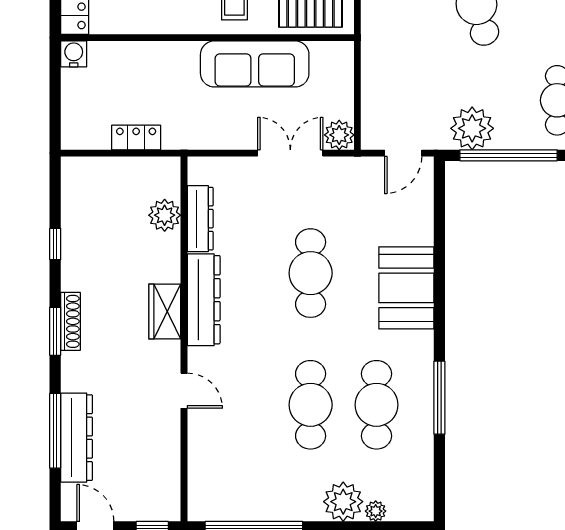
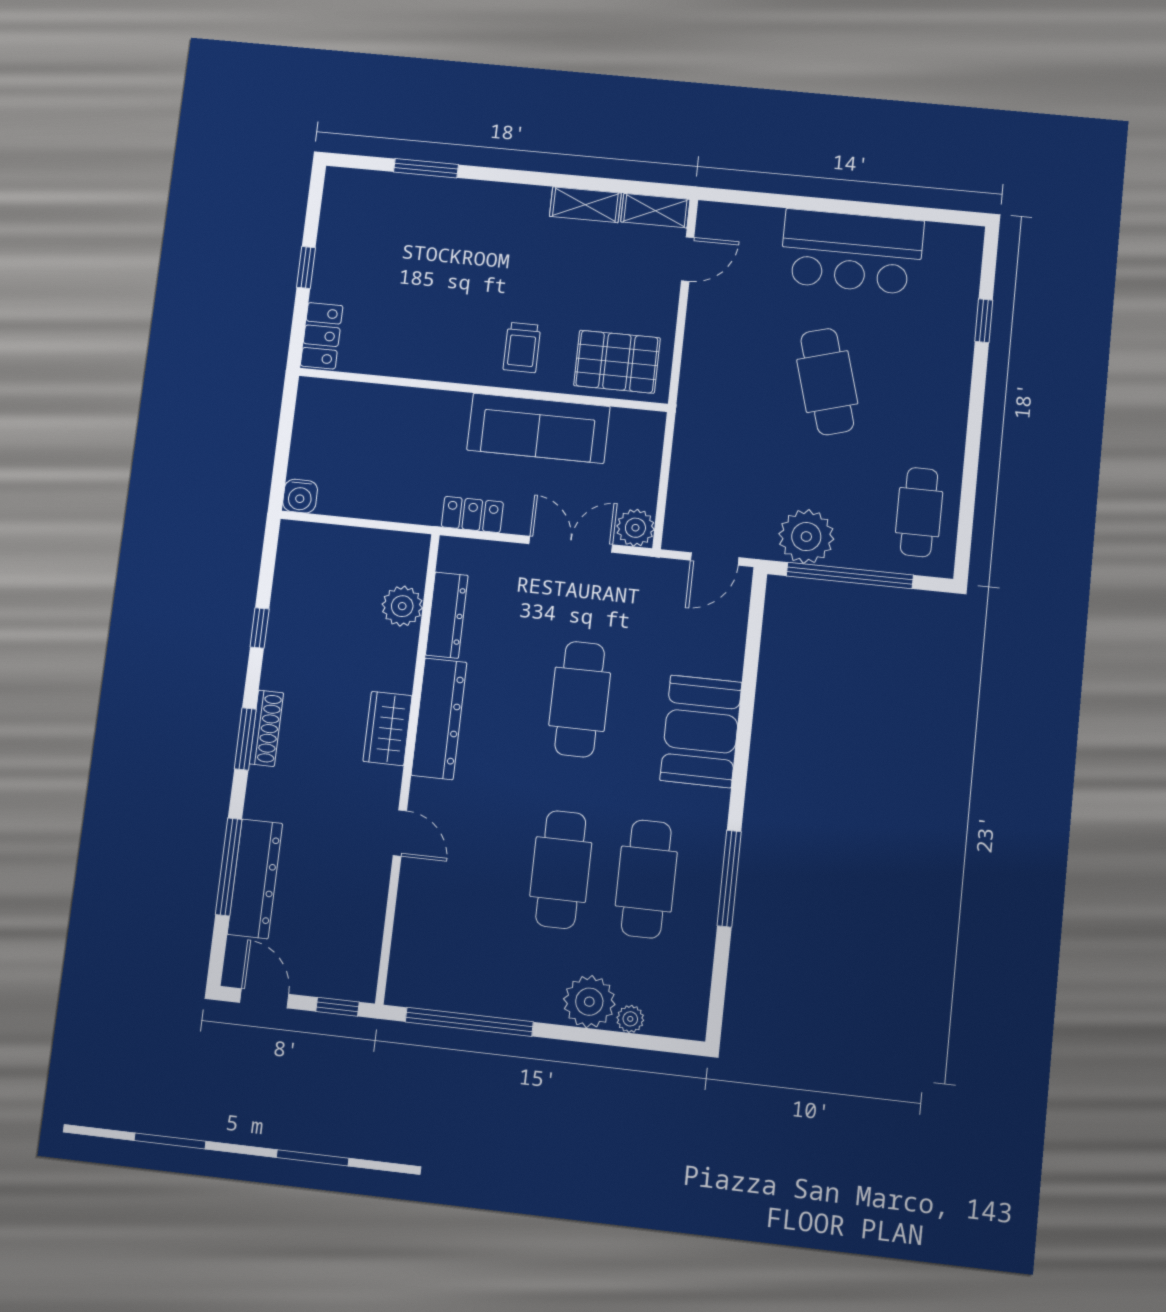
water cooler: (74, 54) -> (300, 496), moved, turned 180
locker: (136, 138) -> (472, 514), moved

